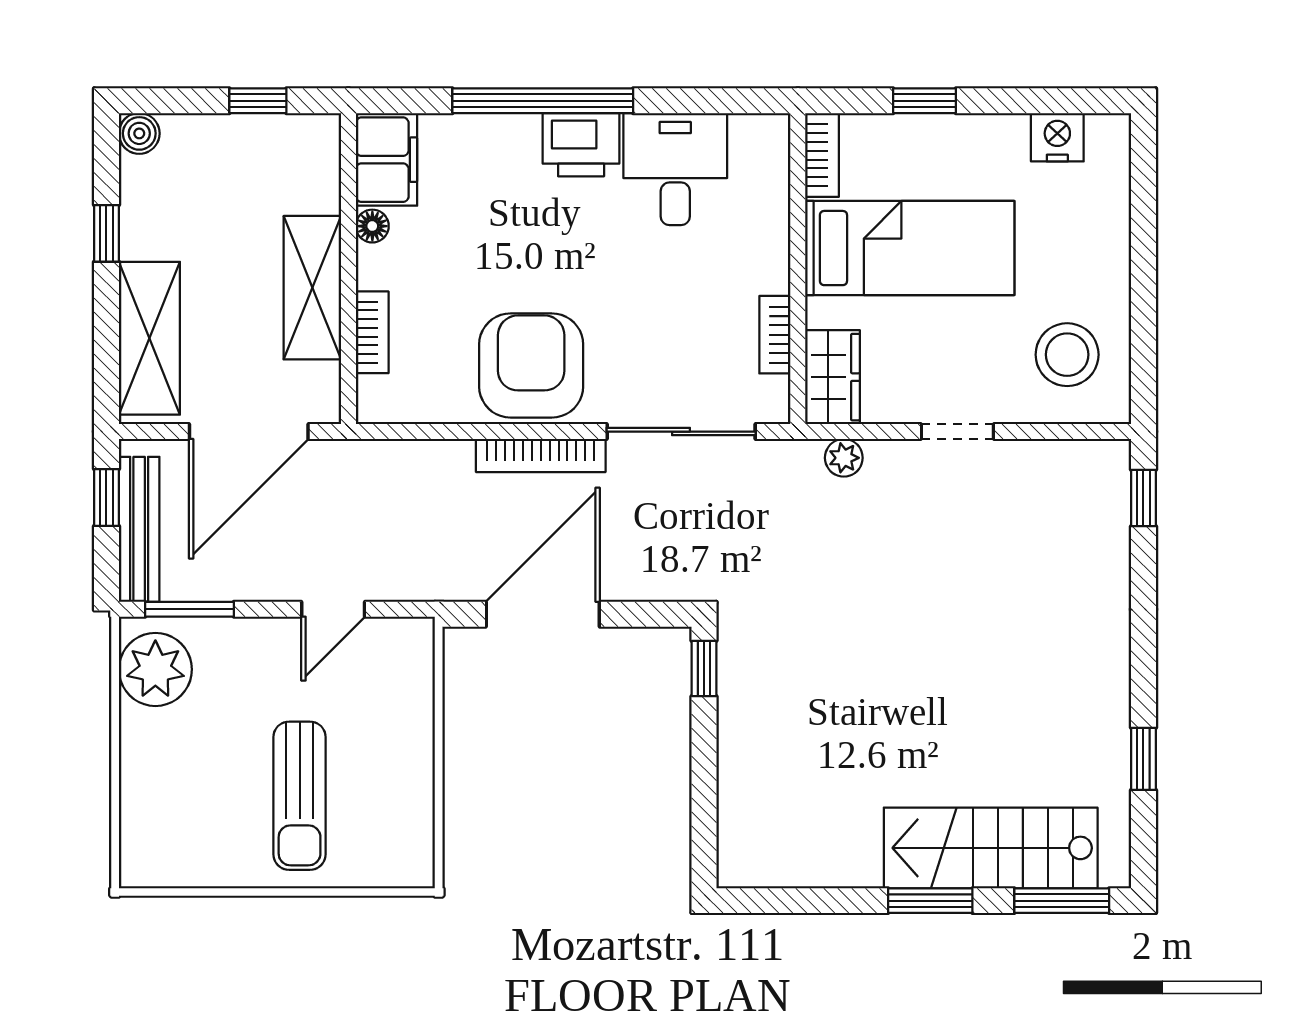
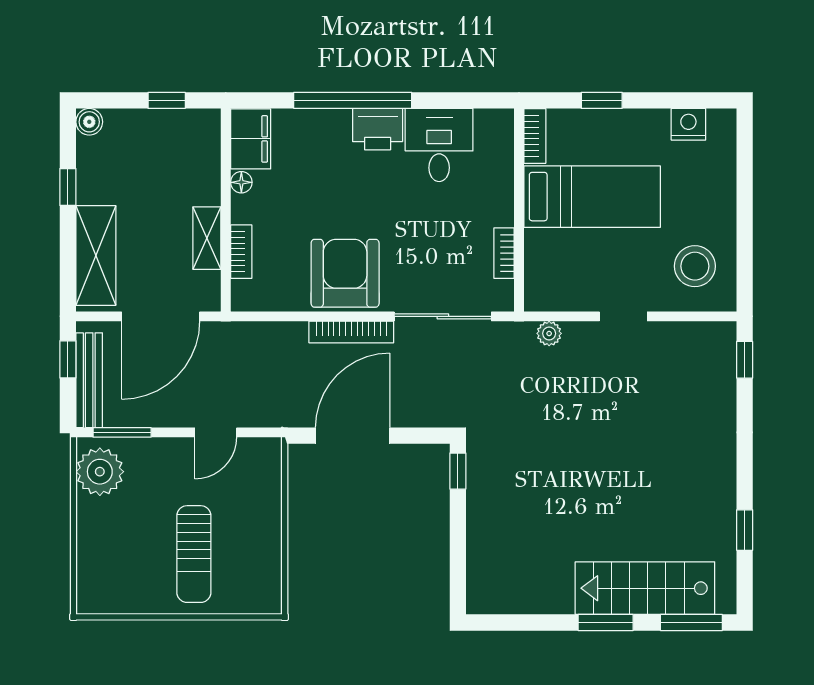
shelving: (312, 288) -> (207, 238), width x0.67, depth x0.75
wardrobe: (832, 377) -> (542, 281), removed

